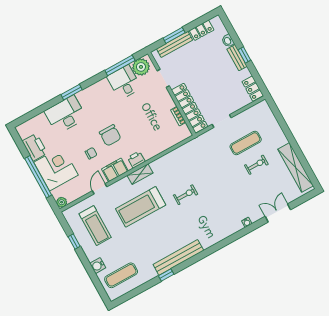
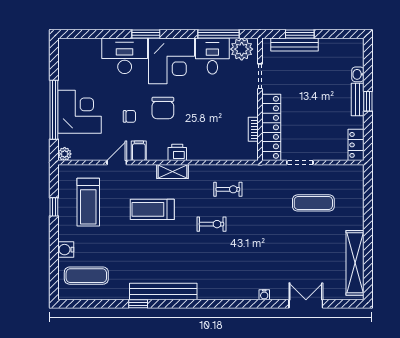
locker: (202, 30) -> (335, 46), removed
corner desk: (99, 101) -> (171, 61), added
printer: (35, 147) -> (69, 74), removed
exercise bike: (256, 165) -> (228, 189), moved
filing cabinet: (115, 170) -> (139, 151), width x0.50
treadmill: (141, 207) -> (152, 209), width x0.73, depth x0.73

